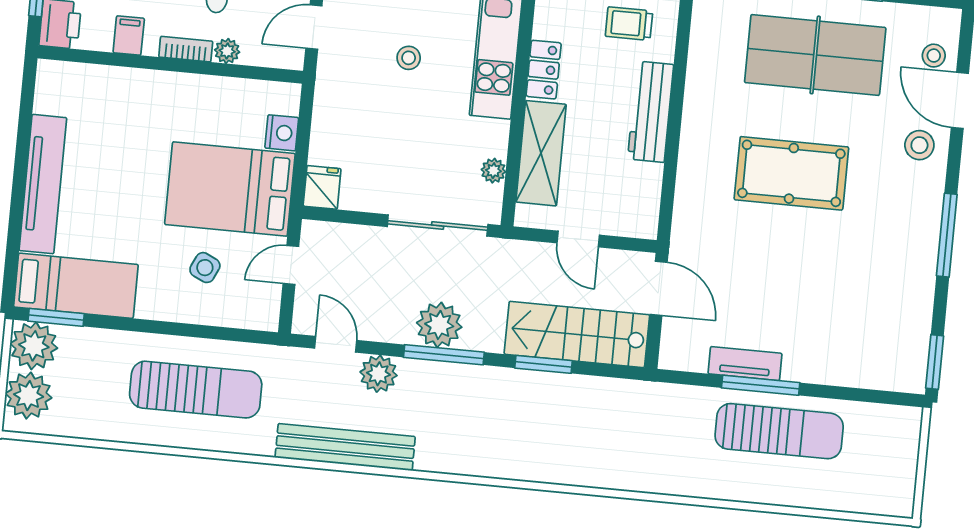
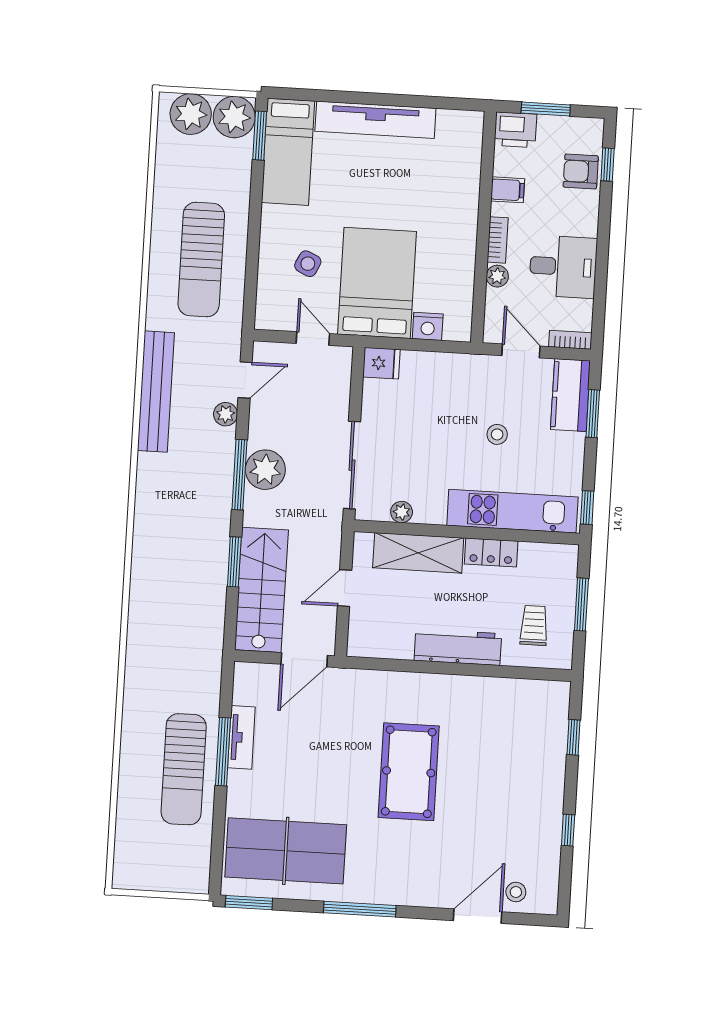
table tennis table: (815, 55) -> (286, 851), moved, turned 90
stool: (919, 145) -> (437, 882), removed
plant: (379, 374) -> (226, 414), width x0.73, depth x0.73

